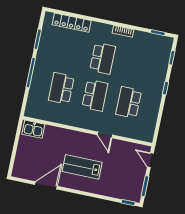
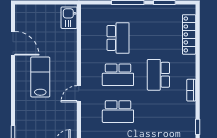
school desk: (103, 58) -> (158, 75), turned 90
school desk: (61, 88) -> (118, 38), turned 90
school desk: (129, 102) -> (118, 112), turned 180

